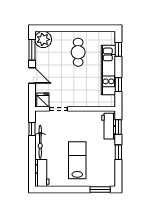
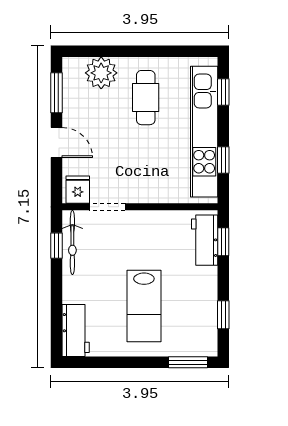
plant: (43, 39) -> (101, 73), moved
kitchen unit: (108, 70) -> (204, 132), width x1.36
bicycle: (40, 142) -> (72, 242), moved
window: (118, 152) -> (223, 315), moved
lab bench: (77, 160) -> (144, 306), turned 180

